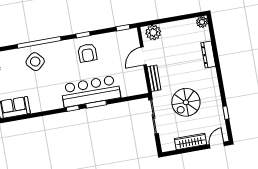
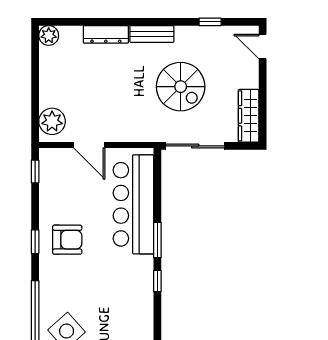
bench: (154, 78) -> (152, 34), moved
bar counter: (91, 91) -> (133, 204), moved
wardrobe: (191, 141) -> (249, 116), moved

